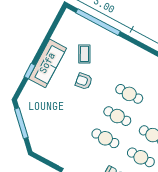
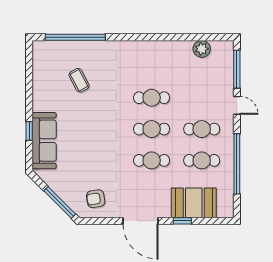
sofa: (47, 63) -> (44, 141), moved
armchair: (84, 81) -> (96, 199), moved
window: (21, 123) -> (60, 202), moved

